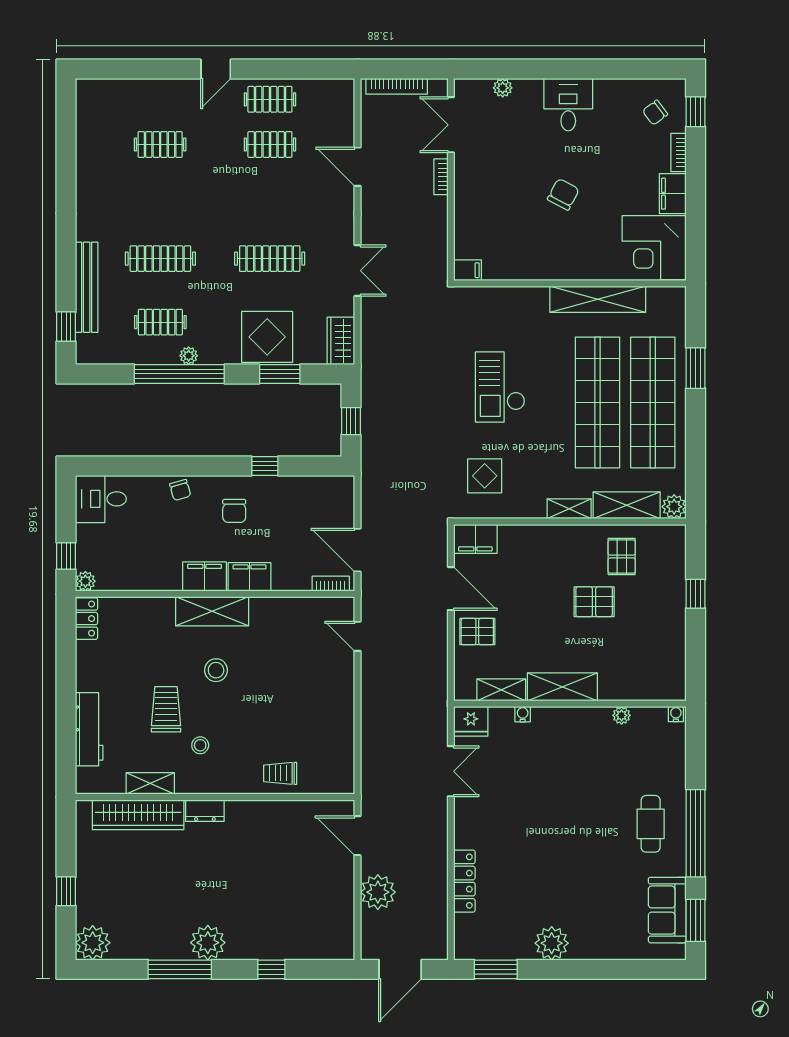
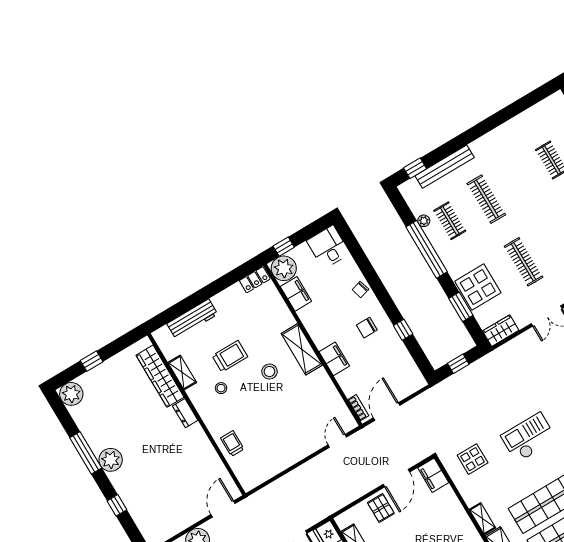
plant: (189, 356) -> (424, 221), moved
filing cabinet: (204, 577) -> (296, 294), moved
plant: (85, 581) -> (284, 268), width x1.87, depth x1.87

